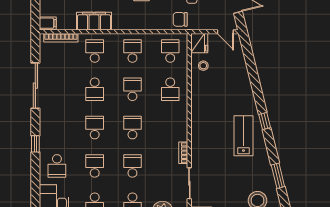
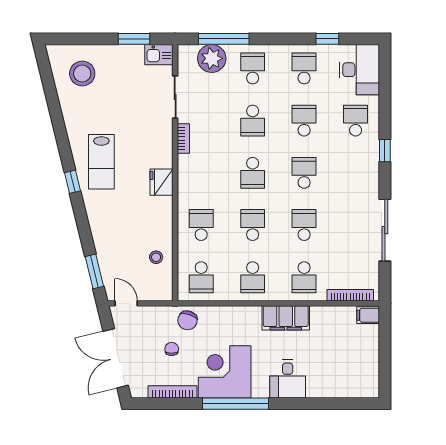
chair: (180, 19) -> (187, 320), turned 108
filing cabinet: (94, 21) -> (286, 318), moved
fridge: (199, 43) -> (162, 182), moved
school desk: (132, 89) -> (253, 225), turned 180
school desk: (95, 128) -> (304, 173), turned 180
school desk: (95, 166) -> (304, 121), turned 180
window: (278, 176) -> (94, 271), moved

